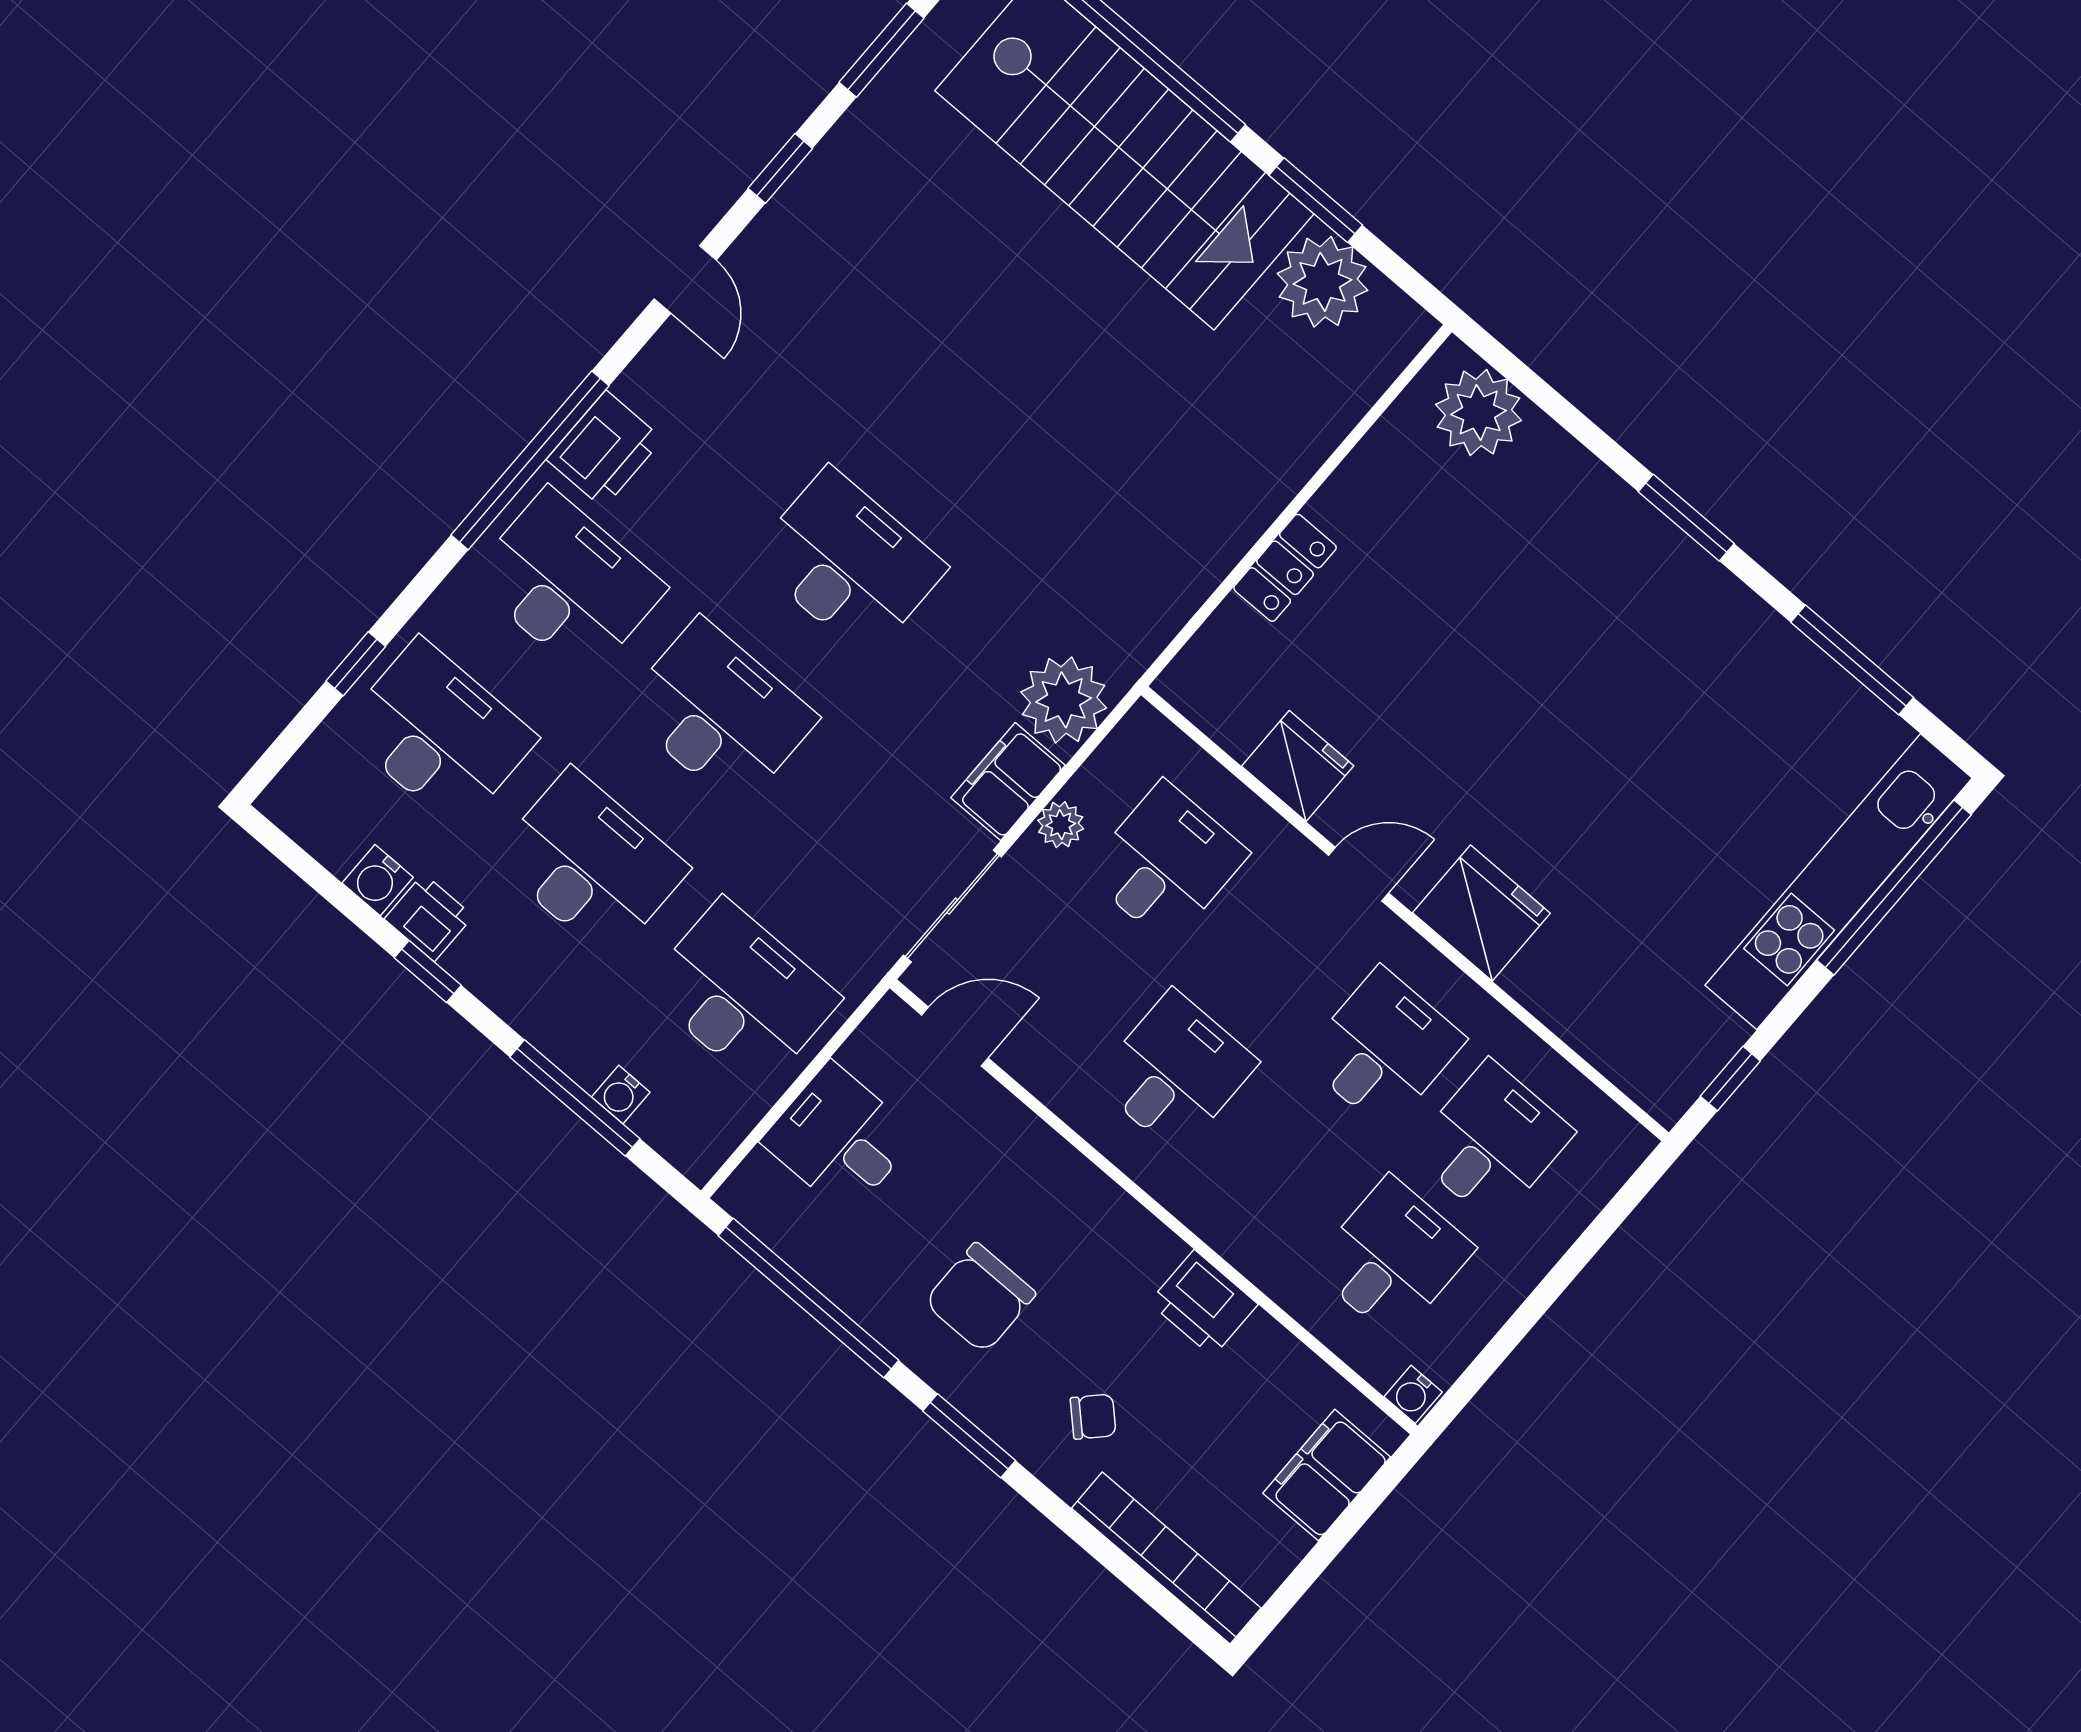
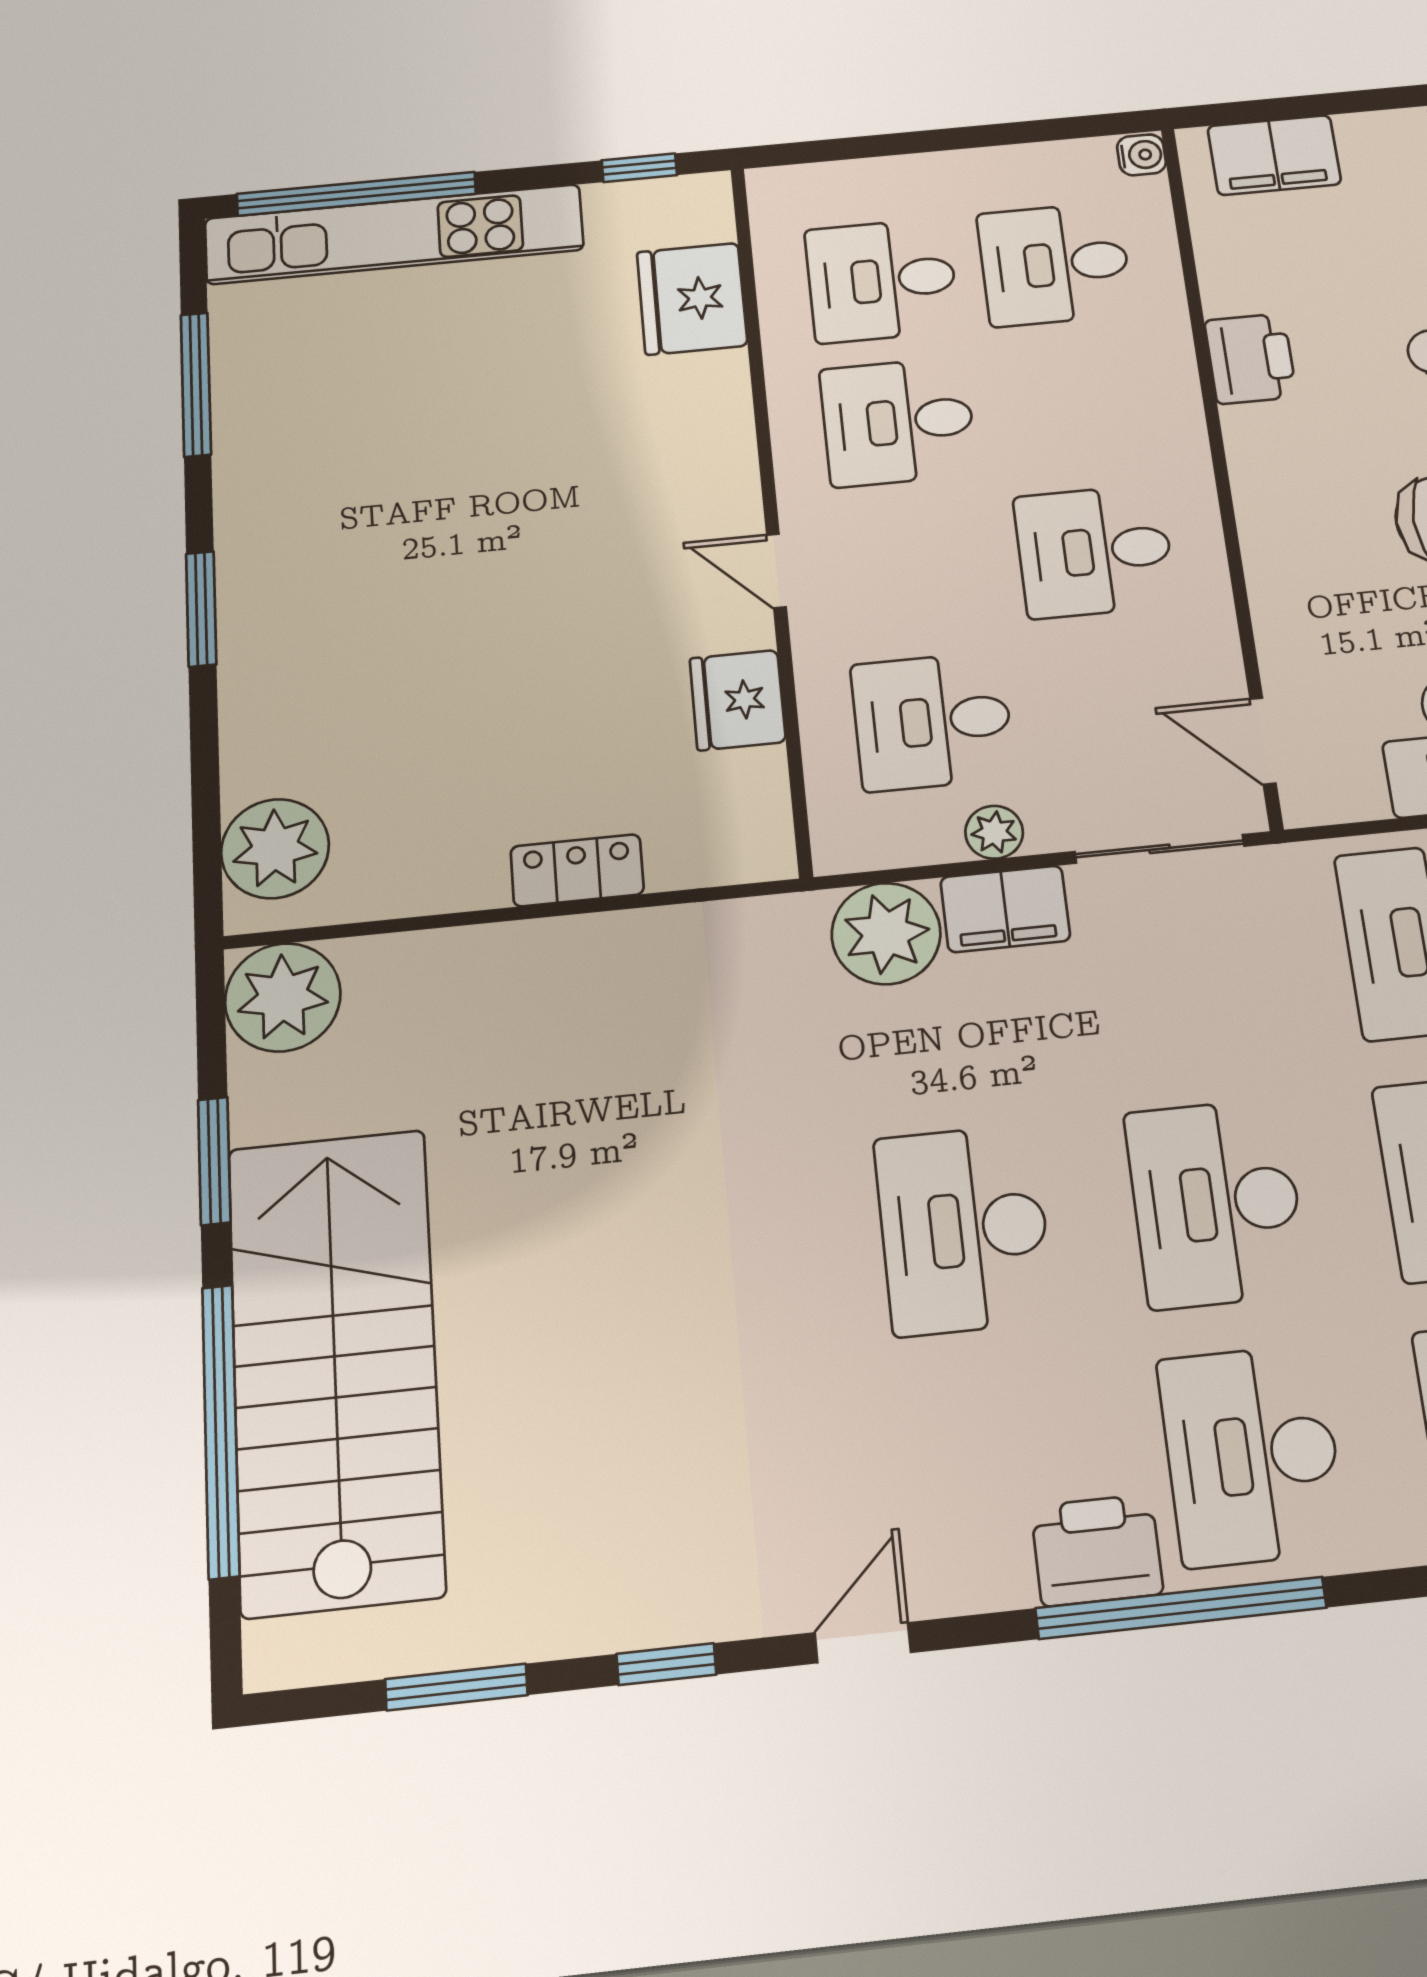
plant: (1323, 282) -> (283, 997), moved
fridge: (1481, 913) -> (692, 299), moved

